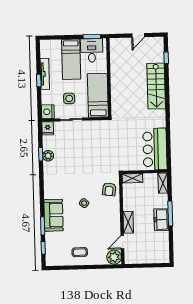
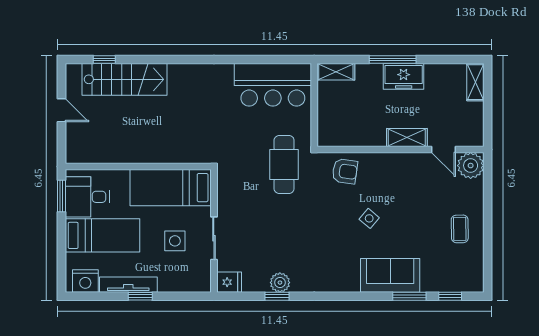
stairs: (156, 86) -> (124, 79), moved
nightstand: (48, 112) -> (85, 281), moved
cafe table: (112, 156) -> (284, 164), added
shelving: (132, 178) -> (475, 82), moved

